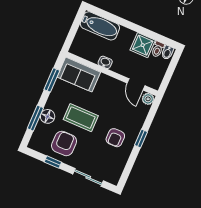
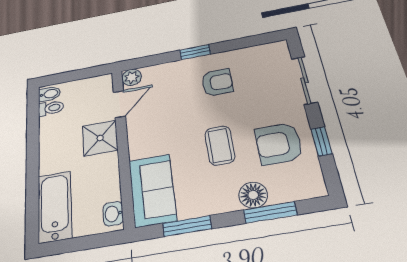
shower: (143, 45) -> (100, 138), moved
washbasin: (105, 62) -> (113, 214), moved
coffee table: (81, 118) -> (220, 145), width x0.73, depth x0.77

